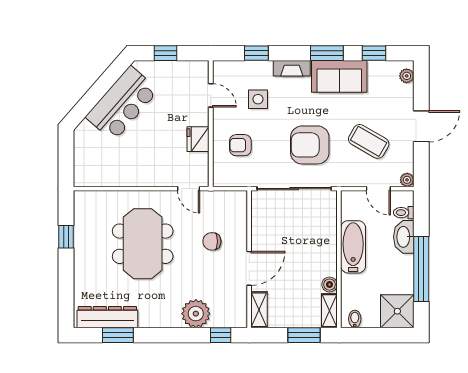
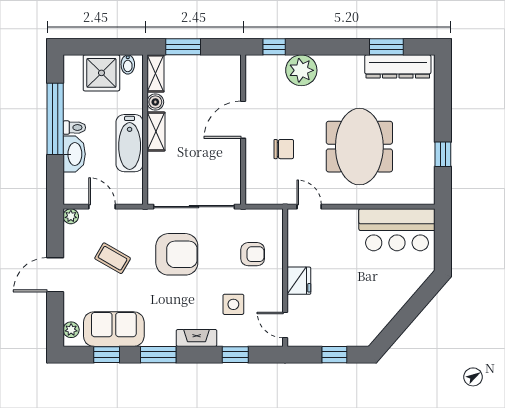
sofa: (339, 76) -> (114, 329), moved
door: (211, 95) -> (285, 325), moved
bar counter: (122, 104) -> (397, 230), moved, turned -131
fridge: (198, 139) -> (299, 281), moved
coffee table: (369, 141) -> (113, 258), width x0.73, depth x0.77
toilet: (404, 213) -> (74, 128), moved
shelving: (259, 310) -> (156, 132), moved
shower: (397, 311) -> (101, 73), moved

